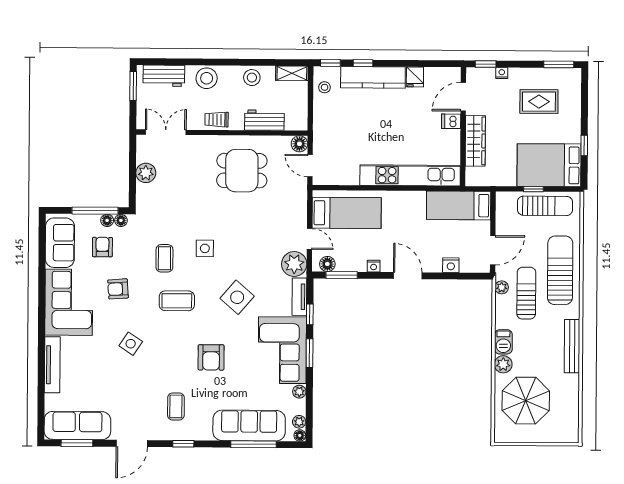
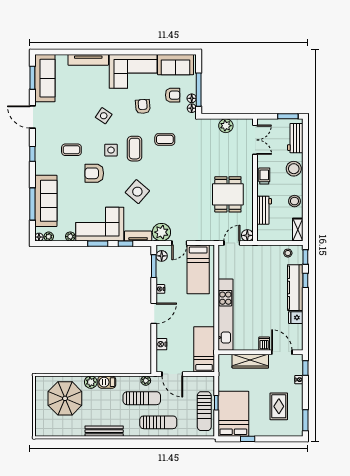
side table: (205, 248) -> (111, 150), moved
sun lounger: (560, 270) -> (158, 422), width x0.73, depth x0.75
coffee table: (176, 406) -> (71, 150), moved

